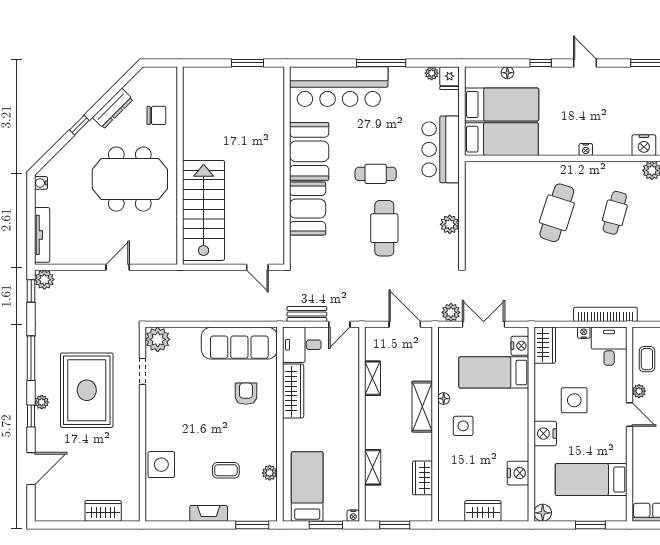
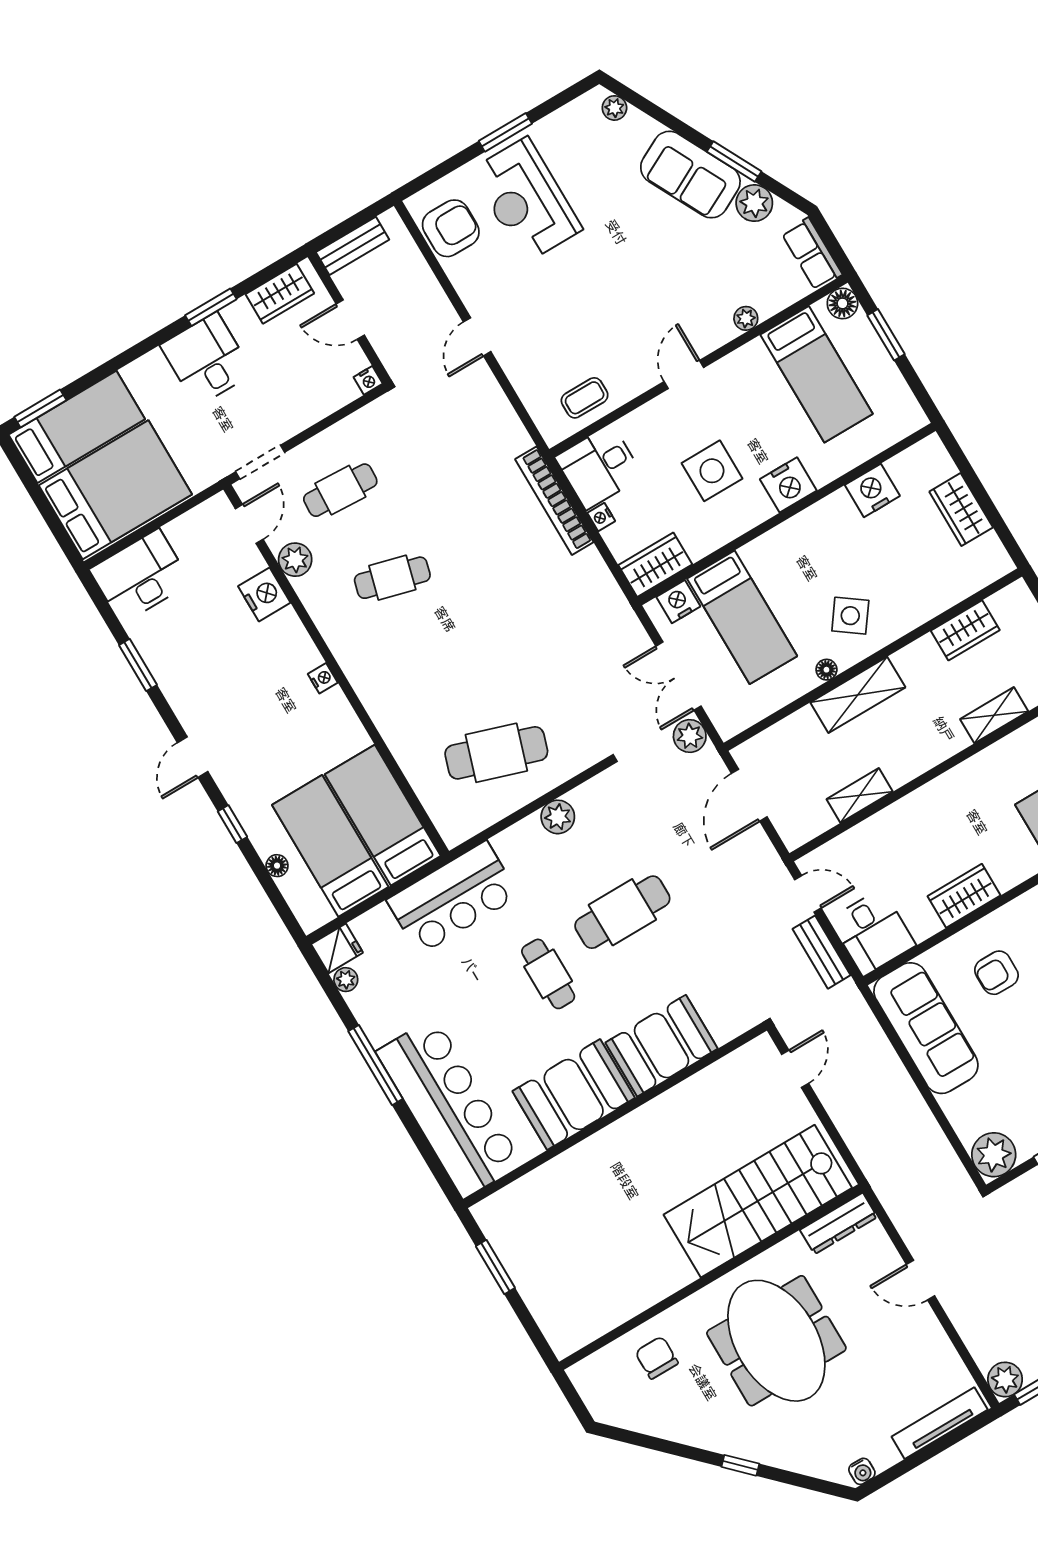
dresser: (113, 108) -> (839, 1223), moved, turned 135
cafe table: (557, 213) -> (496, 753), moved
wardrobe: (293, 391) -> (964, 896), width x0.67
plant: (639, 391) -> (746, 318), moved
side table: (463, 426) -> (850, 616), turned 36
floor lamp: (543, 513) -> (842, 303), moved

